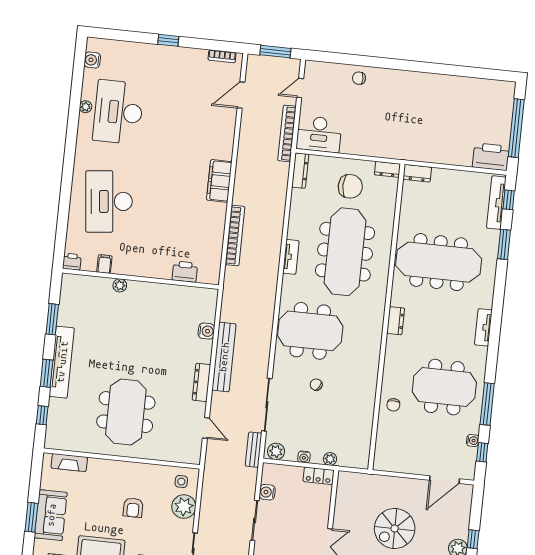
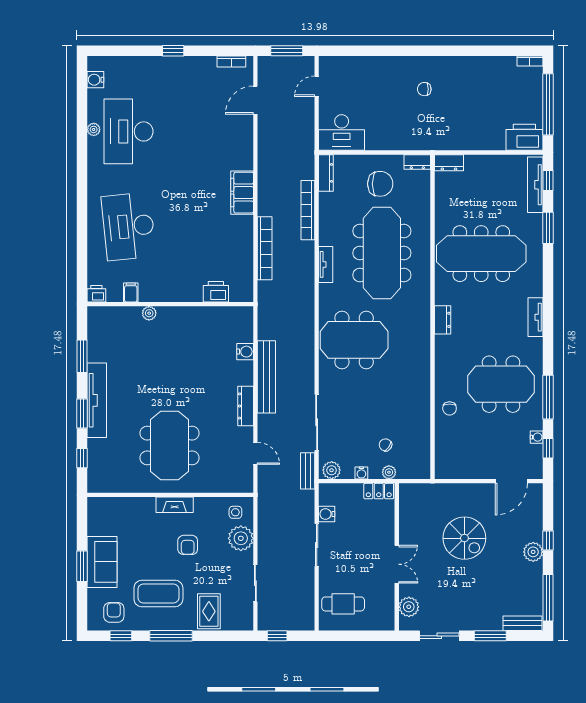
chair: (359, 78) -> (424, 89), moved
bookcase: (504, 85) -> (530, 61), added
bookcase: (287, 133) -> (308, 210), moved
chair: (316, 385) -> (386, 445), moved
fireplace: (69, 463) -> (175, 505), moved
spiral stairs: (395, 528) -> (464, 538), turned -90

